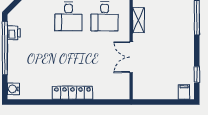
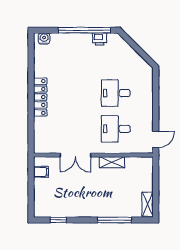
double door: (131, 57) -> (75, 155), swing flipped
filing cabinet: (184, 92) -> (41, 172), moved

